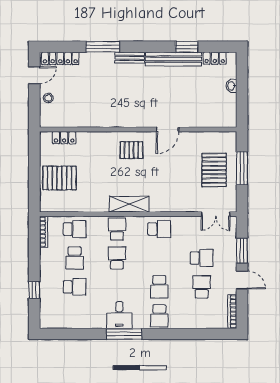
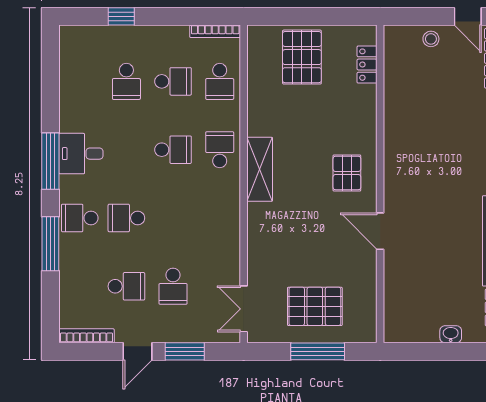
school desk: (117, 229) -> (220, 150), turned -90
school desk: (159, 229) -> (220, 218), removed
school desk: (75, 258) -> (173, 81), turned 180
window: (175, 334) -> (50, 244), added

